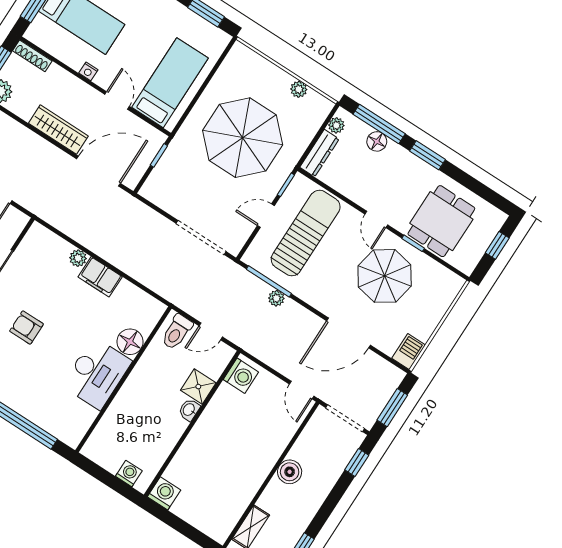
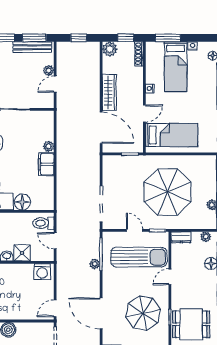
dresser: (319, 153) -> (181, 237), width x0.70
door: (376, 219) -> (170, 277), moved

